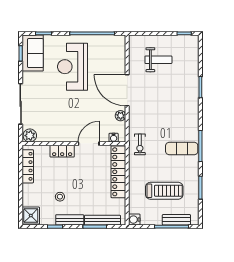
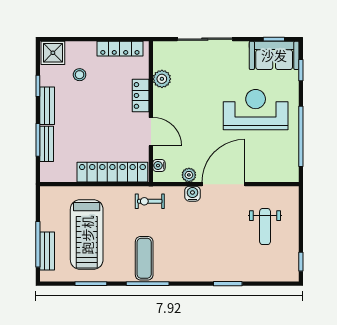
plant: (30, 136) -> (162, 79), moved
treadmill: (164, 191) -> (87, 235), width x1.37, depth x1.38
stool: (60, 197) -> (80, 75), moved
bench: (102, 220) -> (47, 144), width x0.73
water cooler: (134, 220) -> (192, 194), moved

